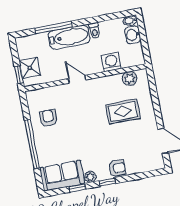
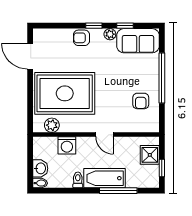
window: (19, 75) -> (162, 168), moved
rug: (123, 111) -> (65, 93), width x1.86, depth x2.06

